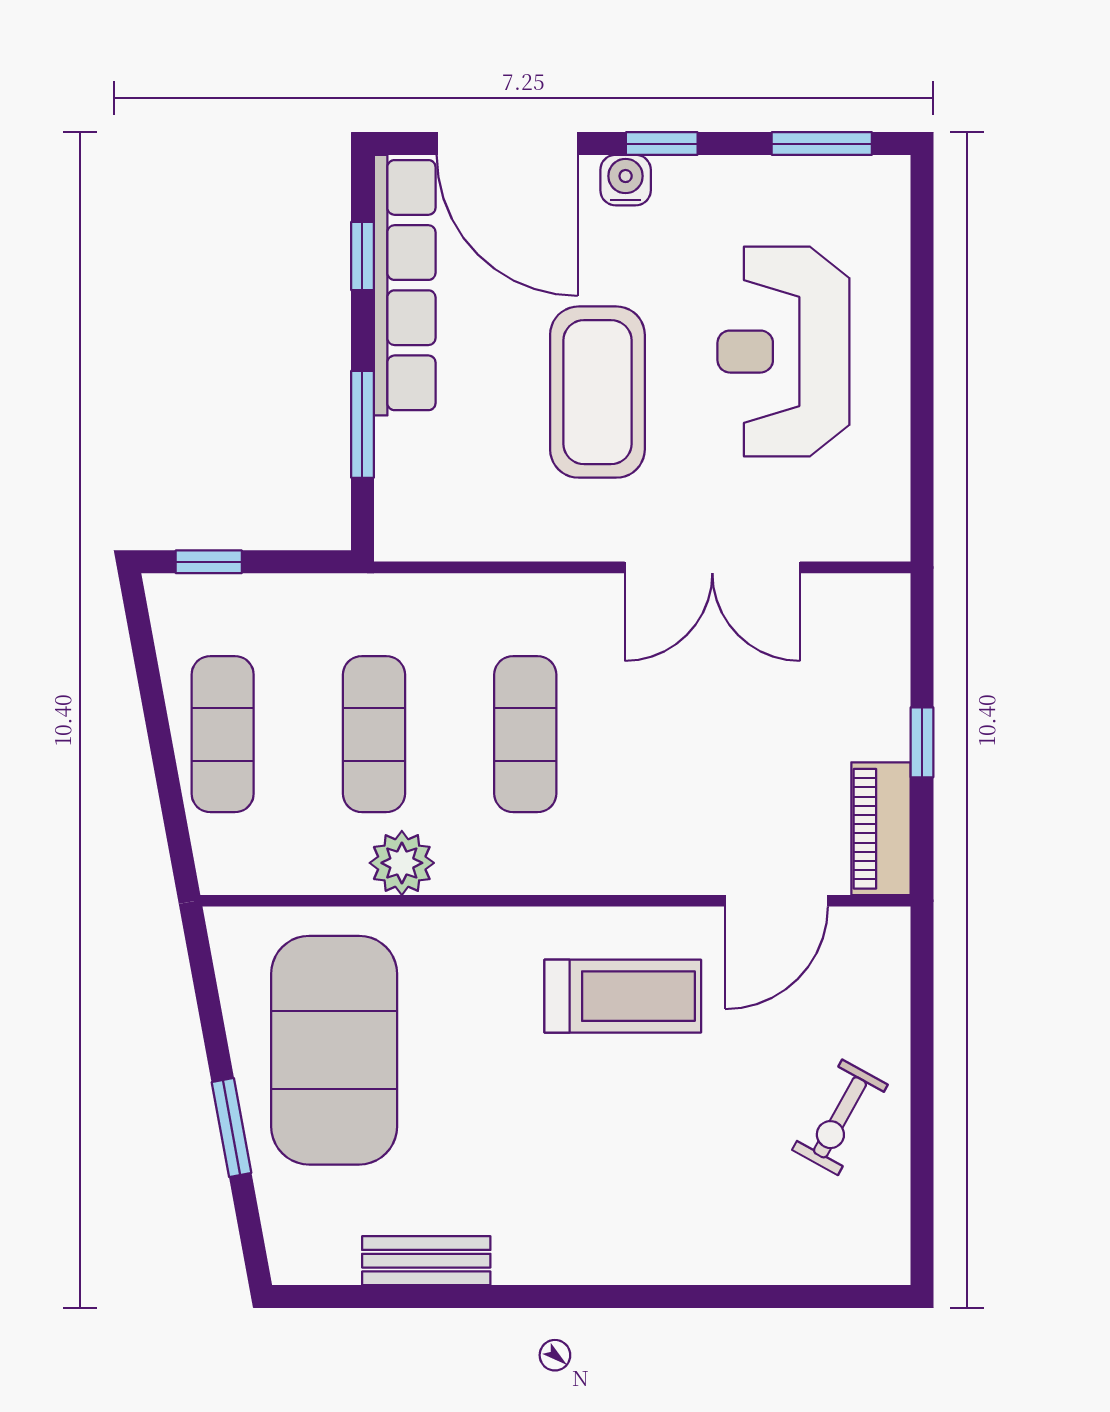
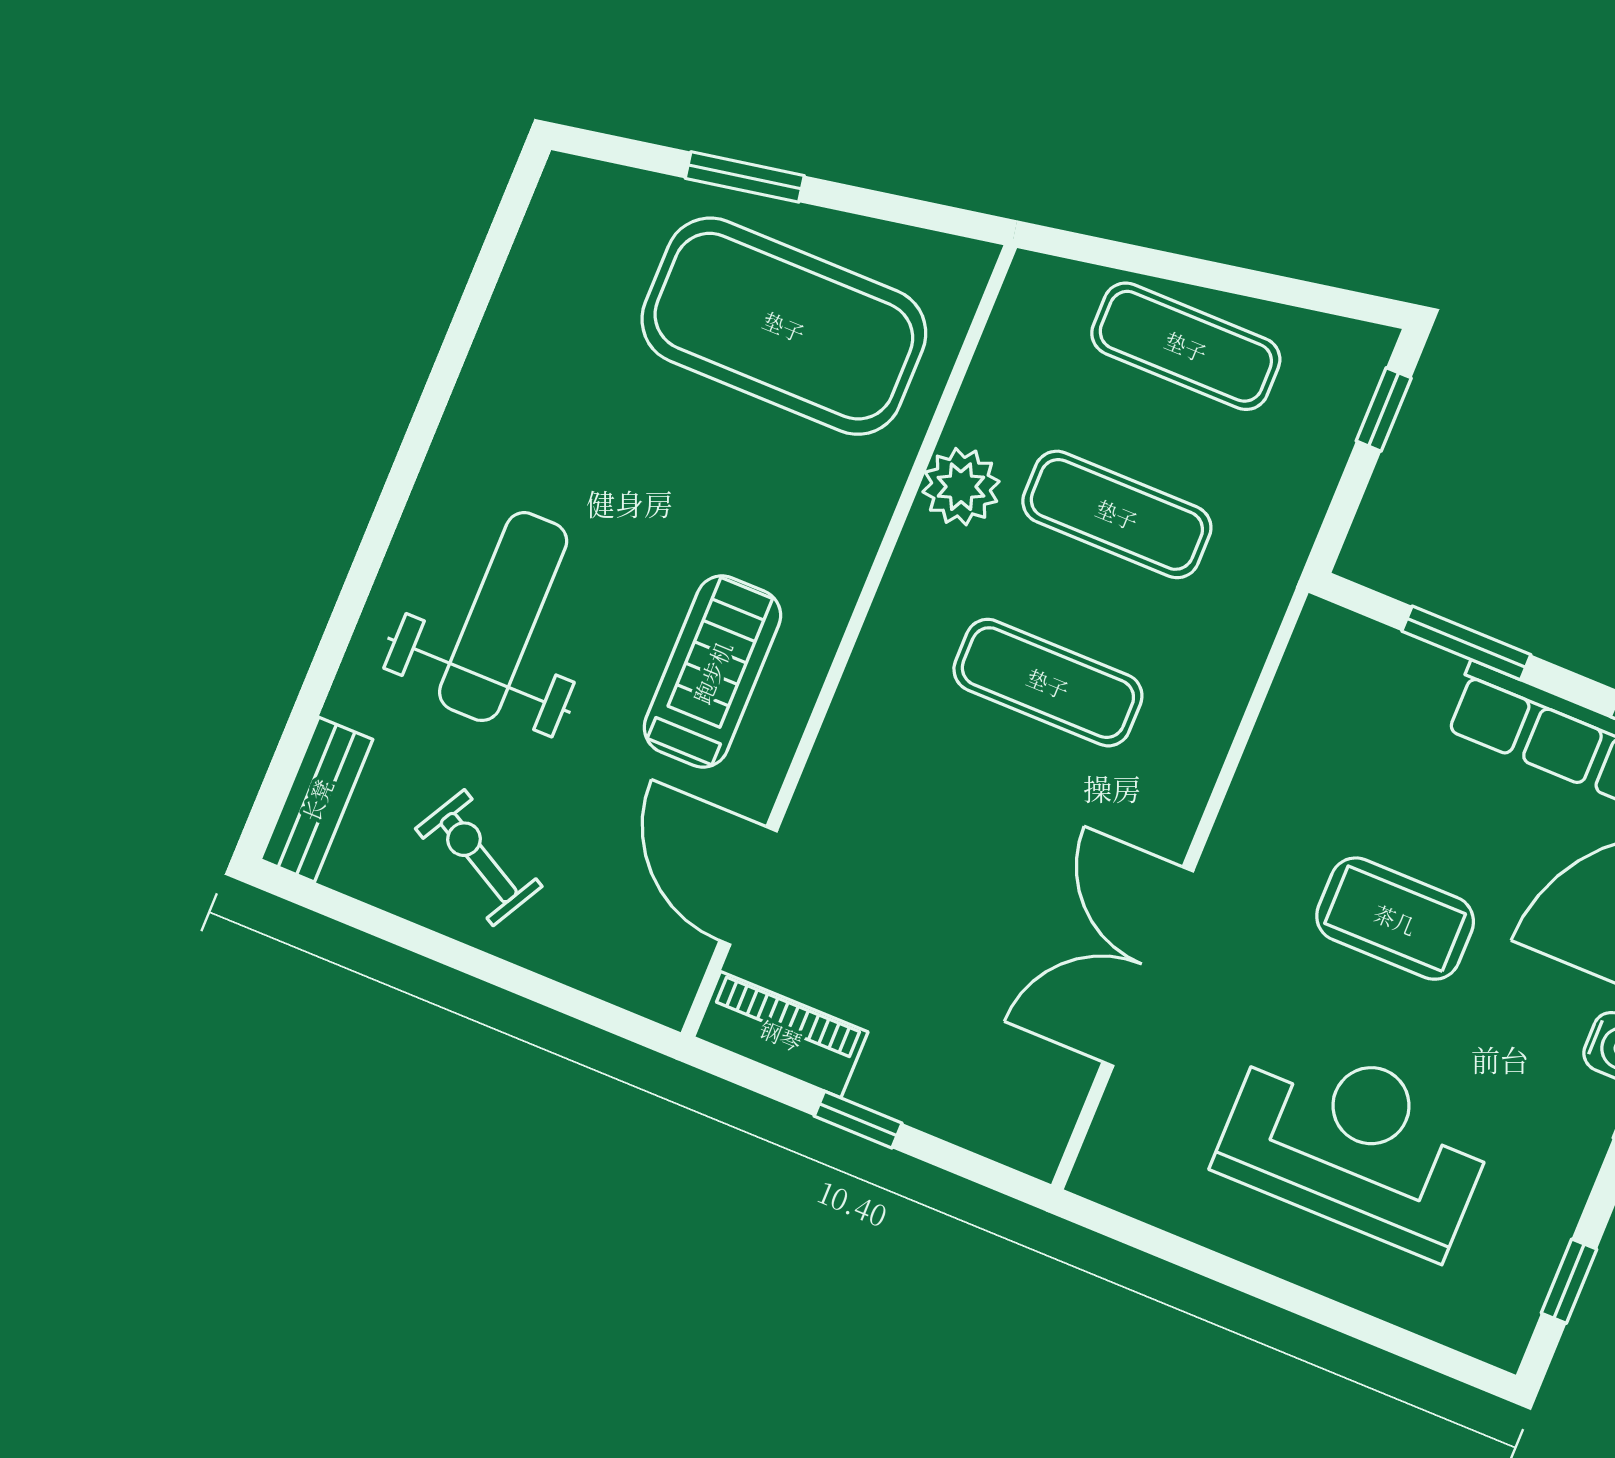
window: (822, 144) -> (1569, 1281), width x0.67
coffee table: (597, 392) -> (1395, 919), width x0.73, depth x0.76
treadmill: (623, 996) -> (712, 672), turned 180
weight bench: (647, 1175) -> (503, 617), added
bench: (426, 1261) -> (317, 800), moved

